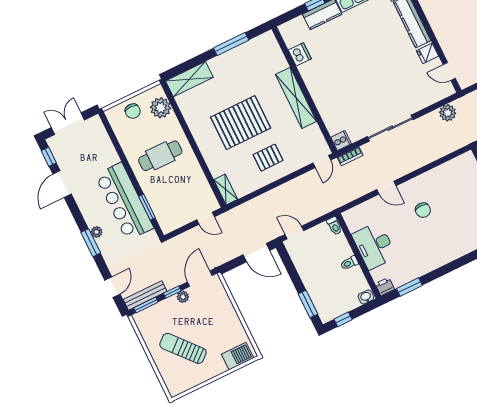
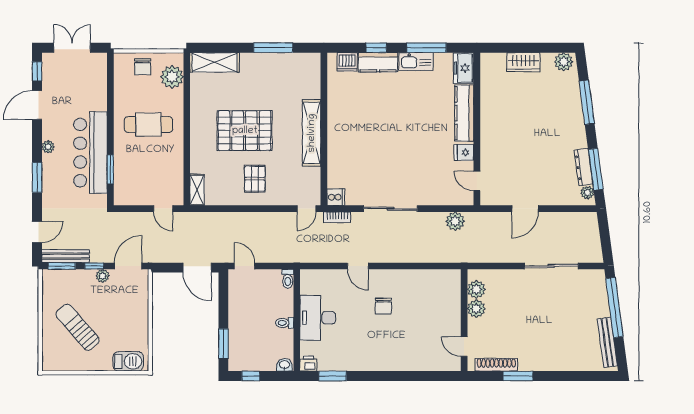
dishwasher: (300, 54) -> (347, 62), moved, turned 90
pallet: (268, 158) -> (255, 179), turned 90
plant: (97, 232) -> (48, 147), moved

